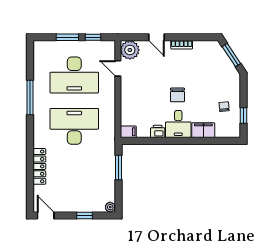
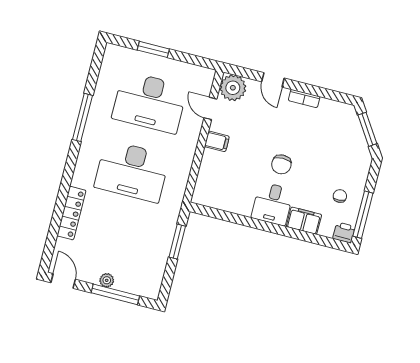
window: (93, 37) -> (188, 58), removed
window: (244, 116) -> (363, 215), width x2.17
desk: (74, 126) -> (132, 171), turned 180
printer: (158, 131) -> (344, 233), moved
filing cabinet: (128, 132) -> (217, 141), moved
plant: (110, 207) -> (107, 280), moved
window: (85, 215) -> (115, 294), width x2.17

